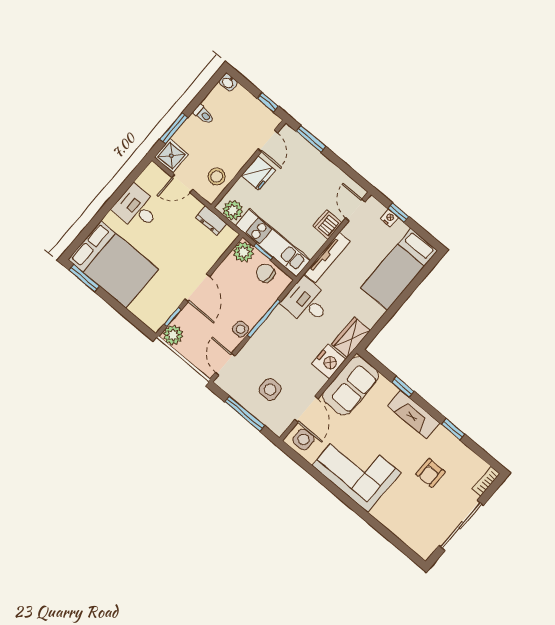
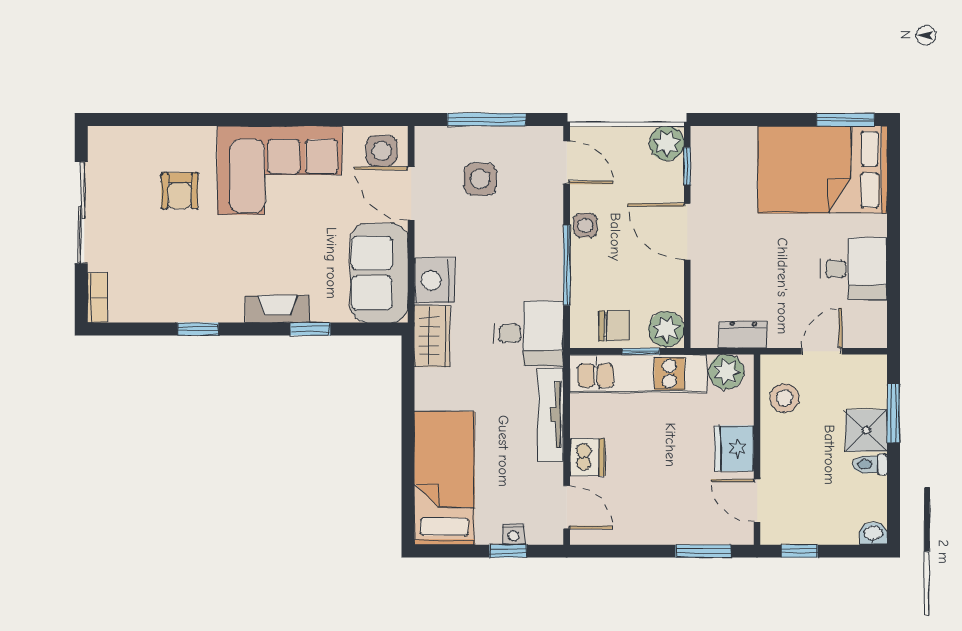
shower: (171, 156) -> (866, 430), moved
fireplace: (413, 414) -> (277, 309), width x0.73, depth x0.76
armchair: (431, 473) -> (180, 191), moved, turned 180

